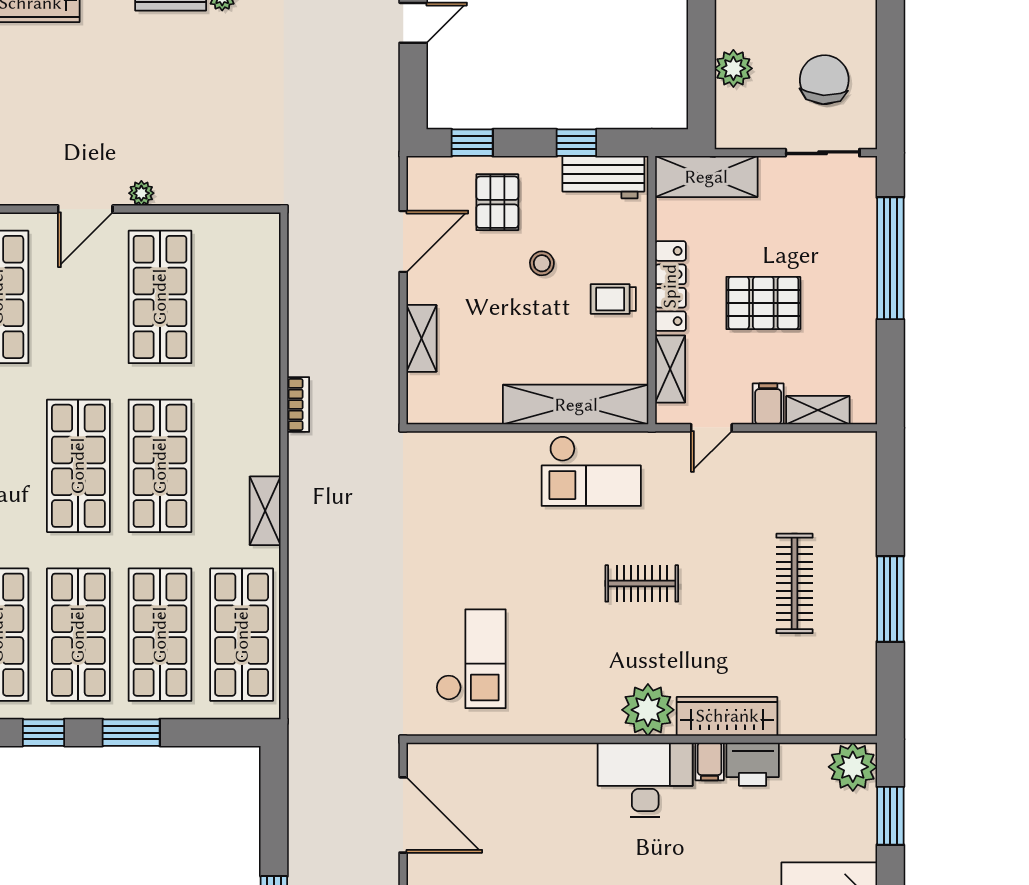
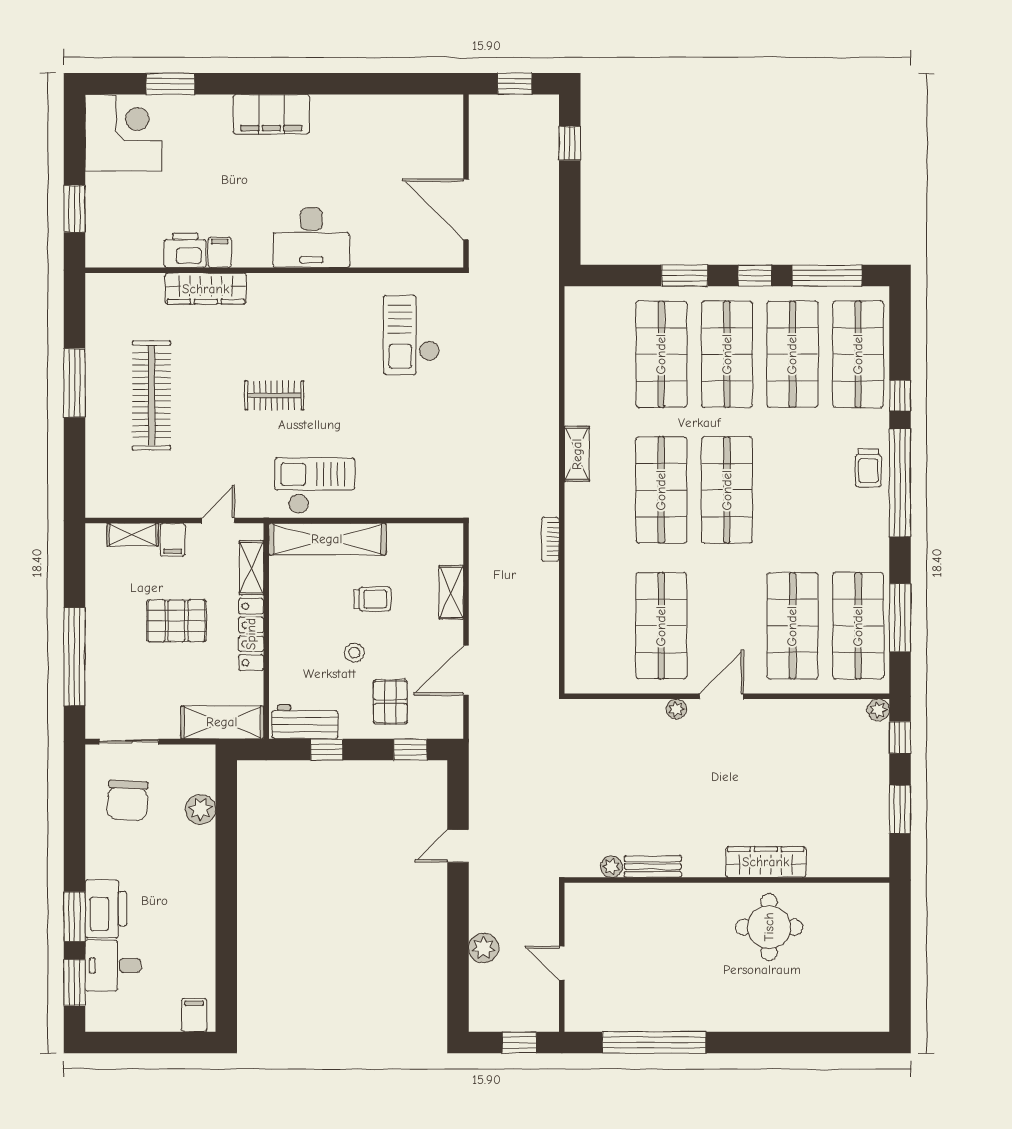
trolley: (613, 299) -> (373, 599), moved
clothes rail: (794, 583) -> (151, 395), width x1.37, depth x1.31
shop shelf: (242, 635) -> (596, 354), removed
plant: (648, 710) -> (269, 294), removed
plant: (853, 767) -> (105, 248), removed
desk: (645, 780) -> (311, 238), moved

